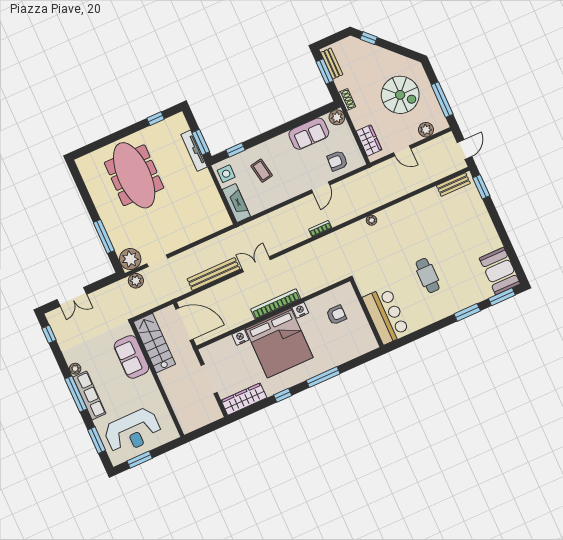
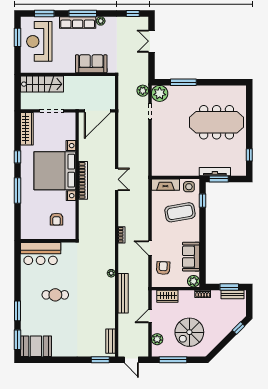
coffee table: (262, 171) -> (180, 212), width x1.86, depth x1.72
bench: (214, 274) -> (123, 293), moved
stairs: (154, 343) -> (42, 84), moved

